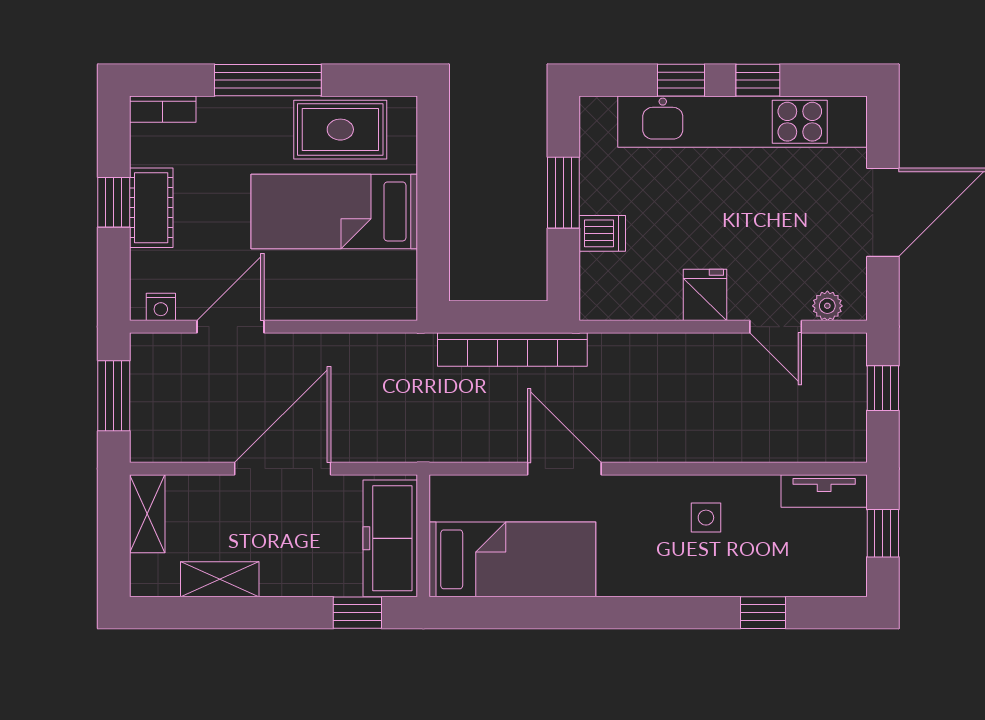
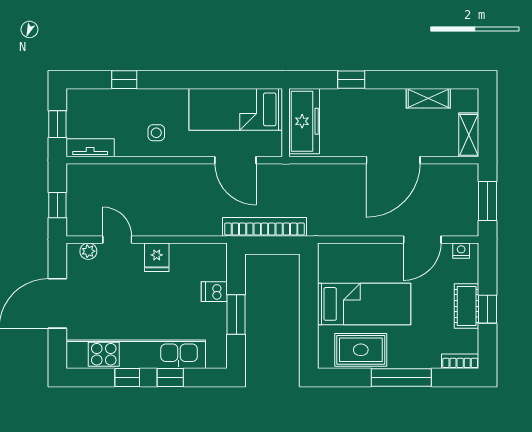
wall: (423, 536) -> (286, 123), moved
freezer: (390, 538) -> (304, 121), moved
bed: (512, 559) -> (236, 109), moved

